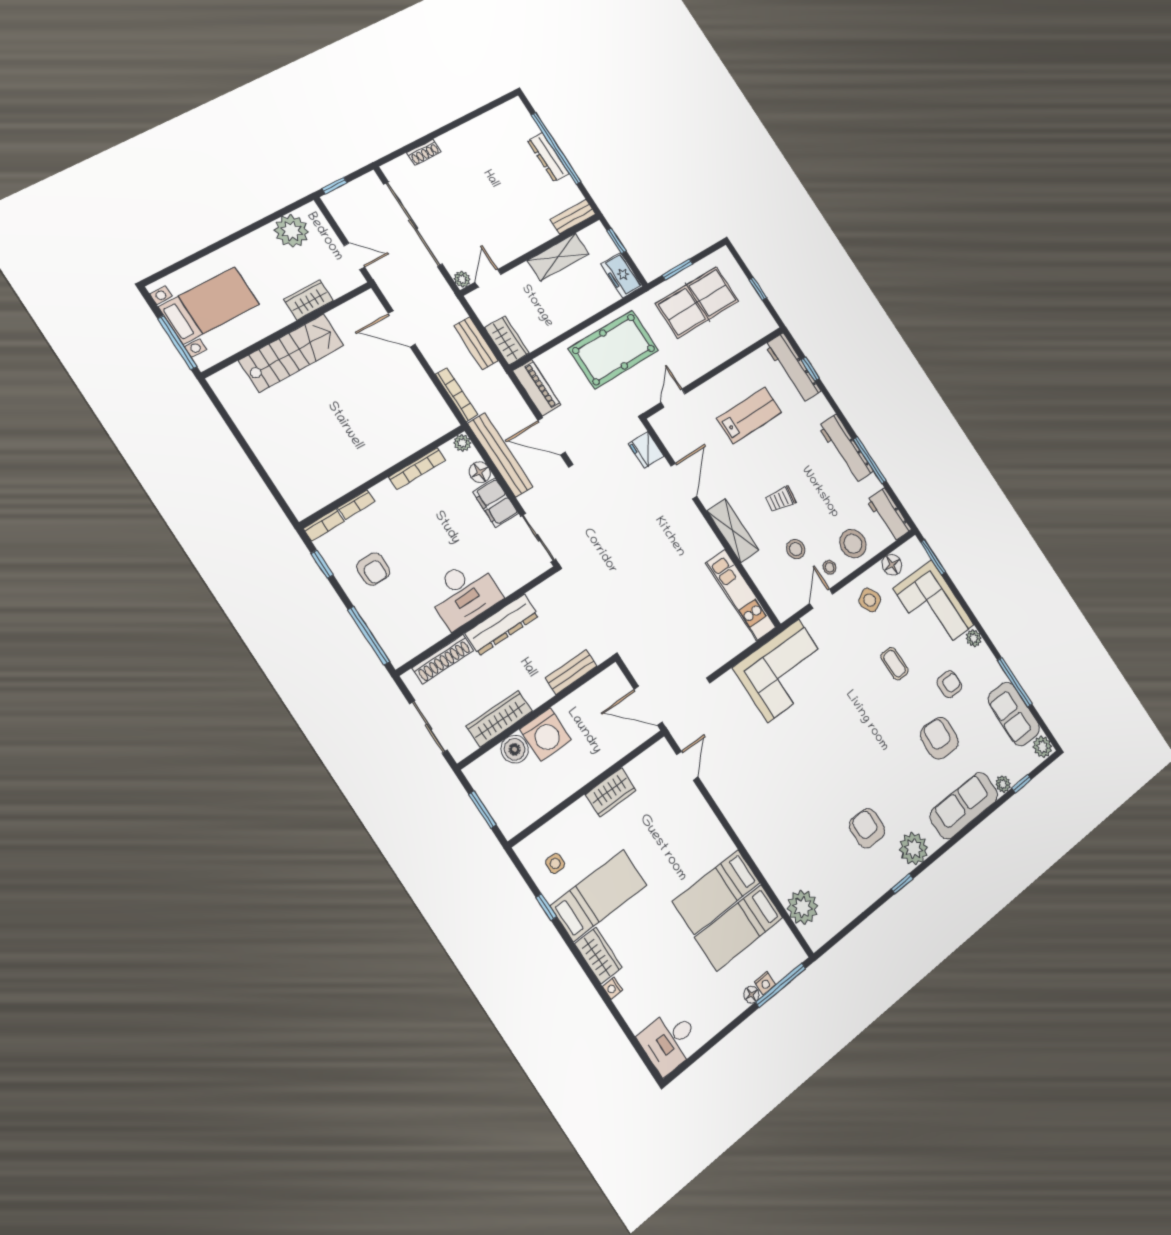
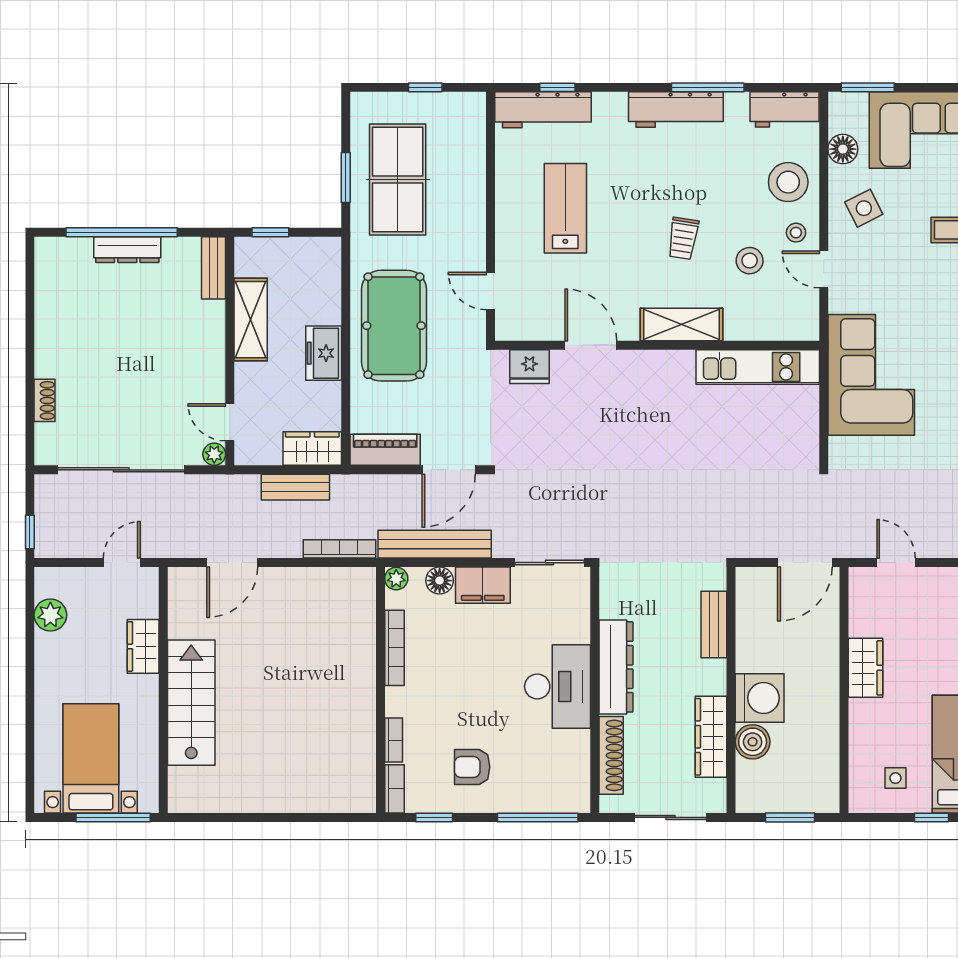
plant: (291, 231) -> (50, 615), width x0.73, depth x0.73
freezer: (622, 275) -> (324, 353), moved, turned 90
armchair: (373, 569) -> (472, 767), turned 180

